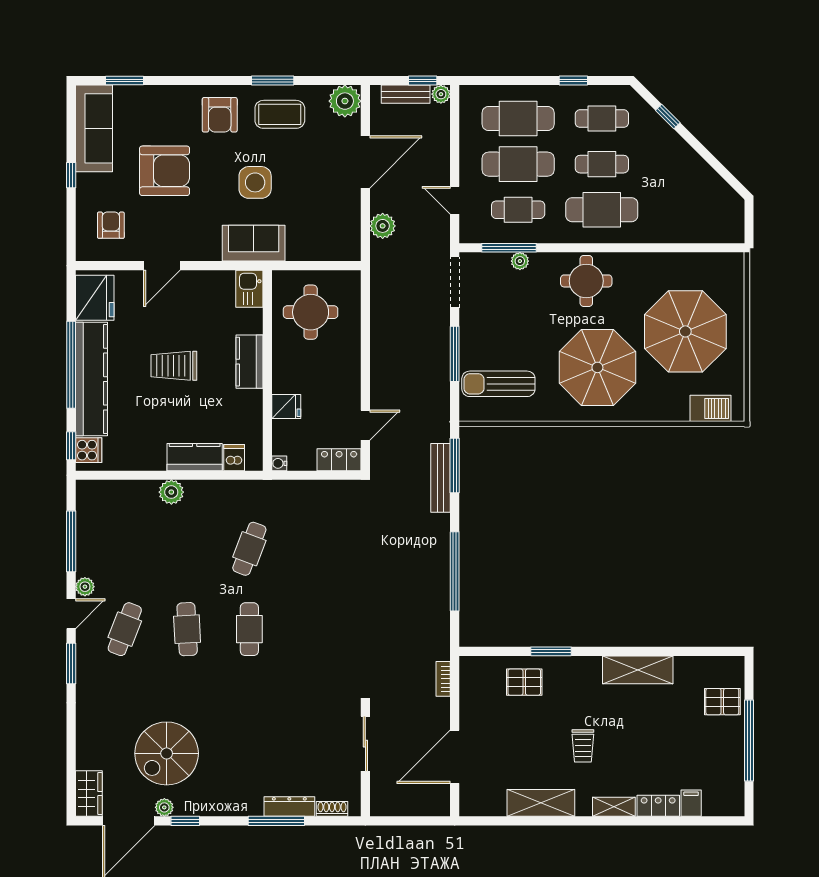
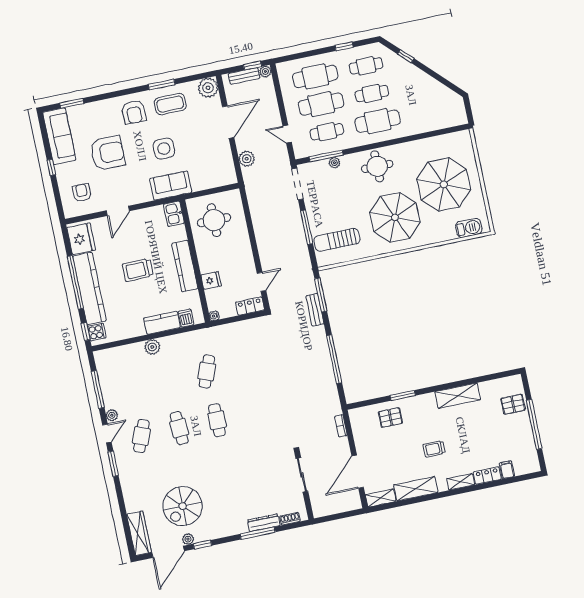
kitchen counter: (249, 362) -> (185, 266), width x1.50
bench: (440, 478) -> (315, 310), width x0.73
trolley: (583, 746) -> (434, 449), turned 90
wardrobe: (89, 794) -> (139, 533), width x1.50
shelving: (482, 806) -> (381, 498), added

